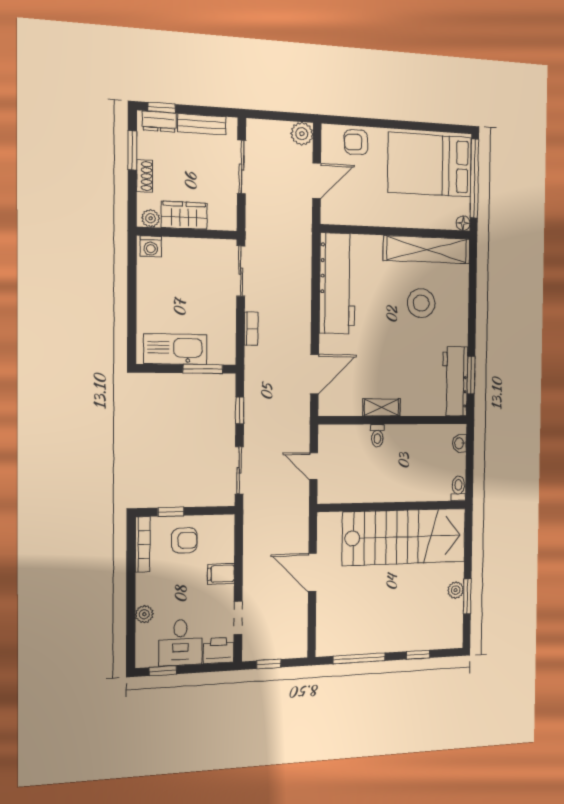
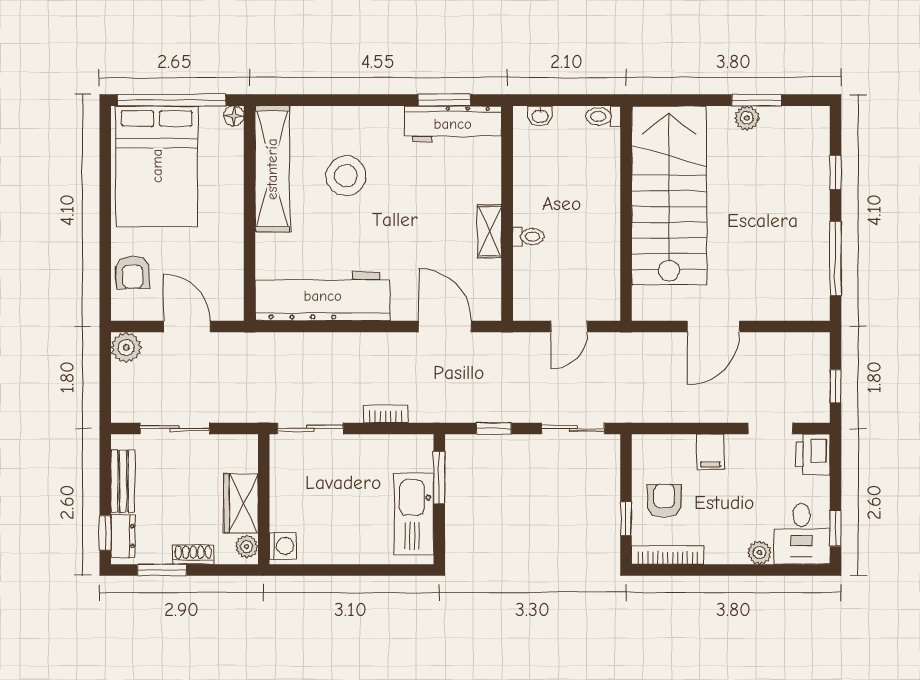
desk: (180, 643) -> (802, 534), moved, turned 90

